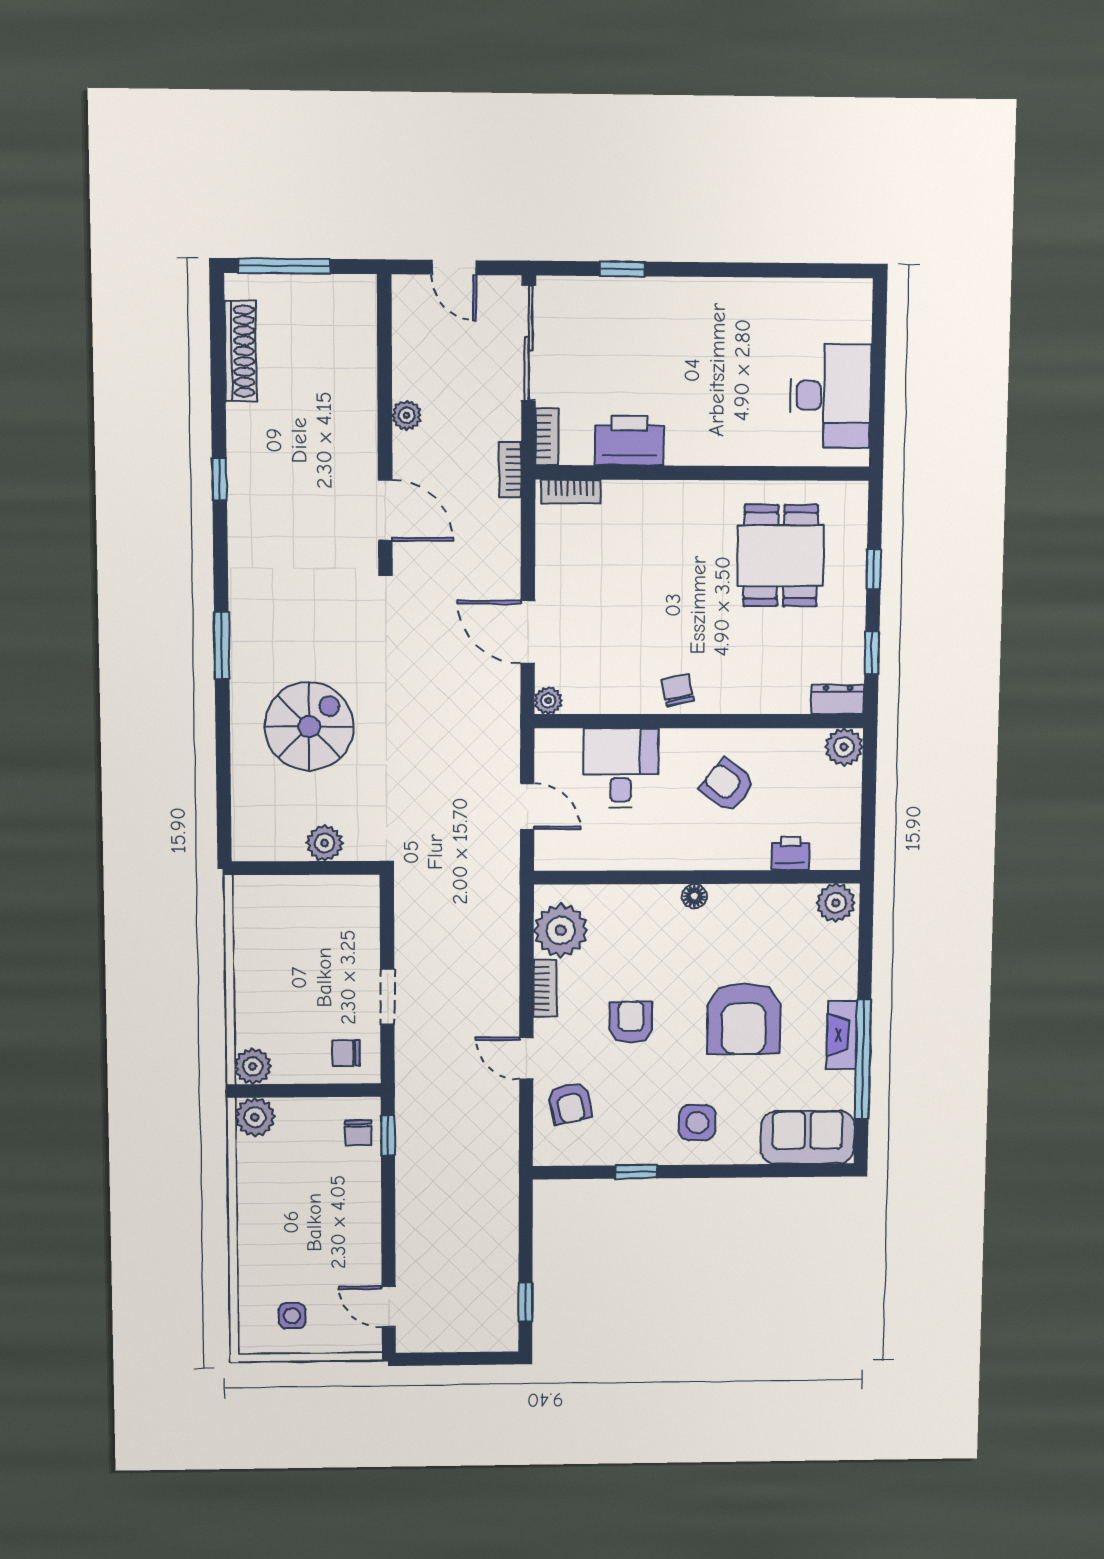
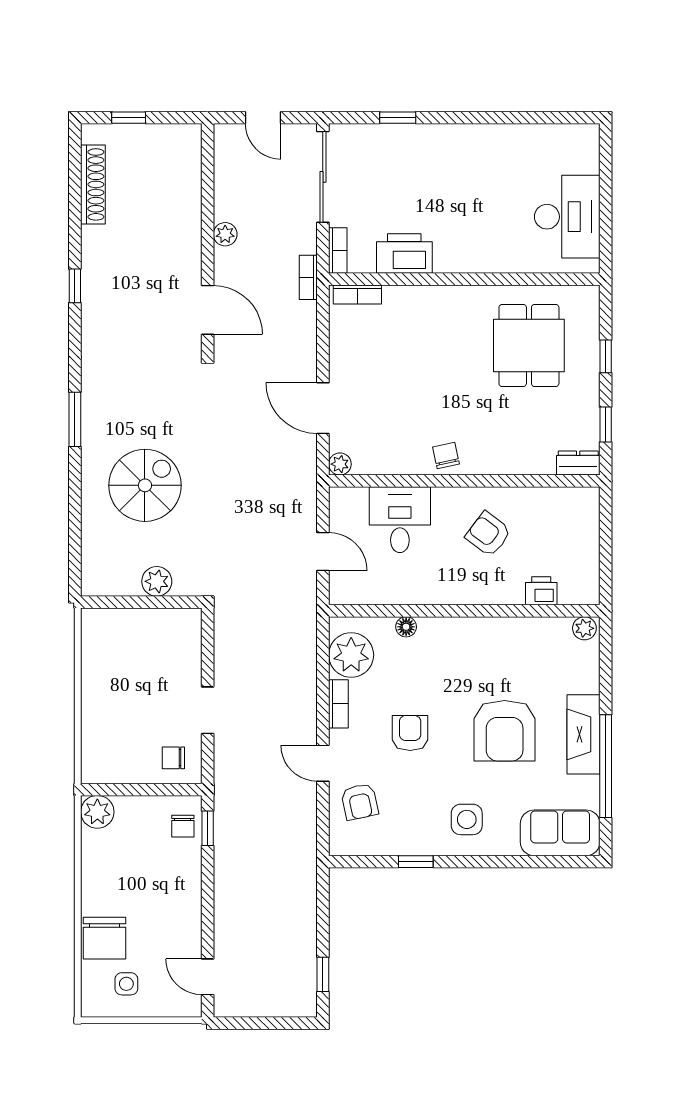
window: (285, 266) -> (129, 118), width x0.46
plant: (844, 747) -> (584, 502), removed
floor lamp: (694, 896) -> (406, 627), moved
plant: (836, 903) -> (584, 628), width x0.73, depth x0.73
fireplace: (842, 1035) -> (583, 734), width x1.37, depth x1.32
plant: (253, 1066) -> (96, 769), removed
chair: (265, 1264) -> (104, 938), added

